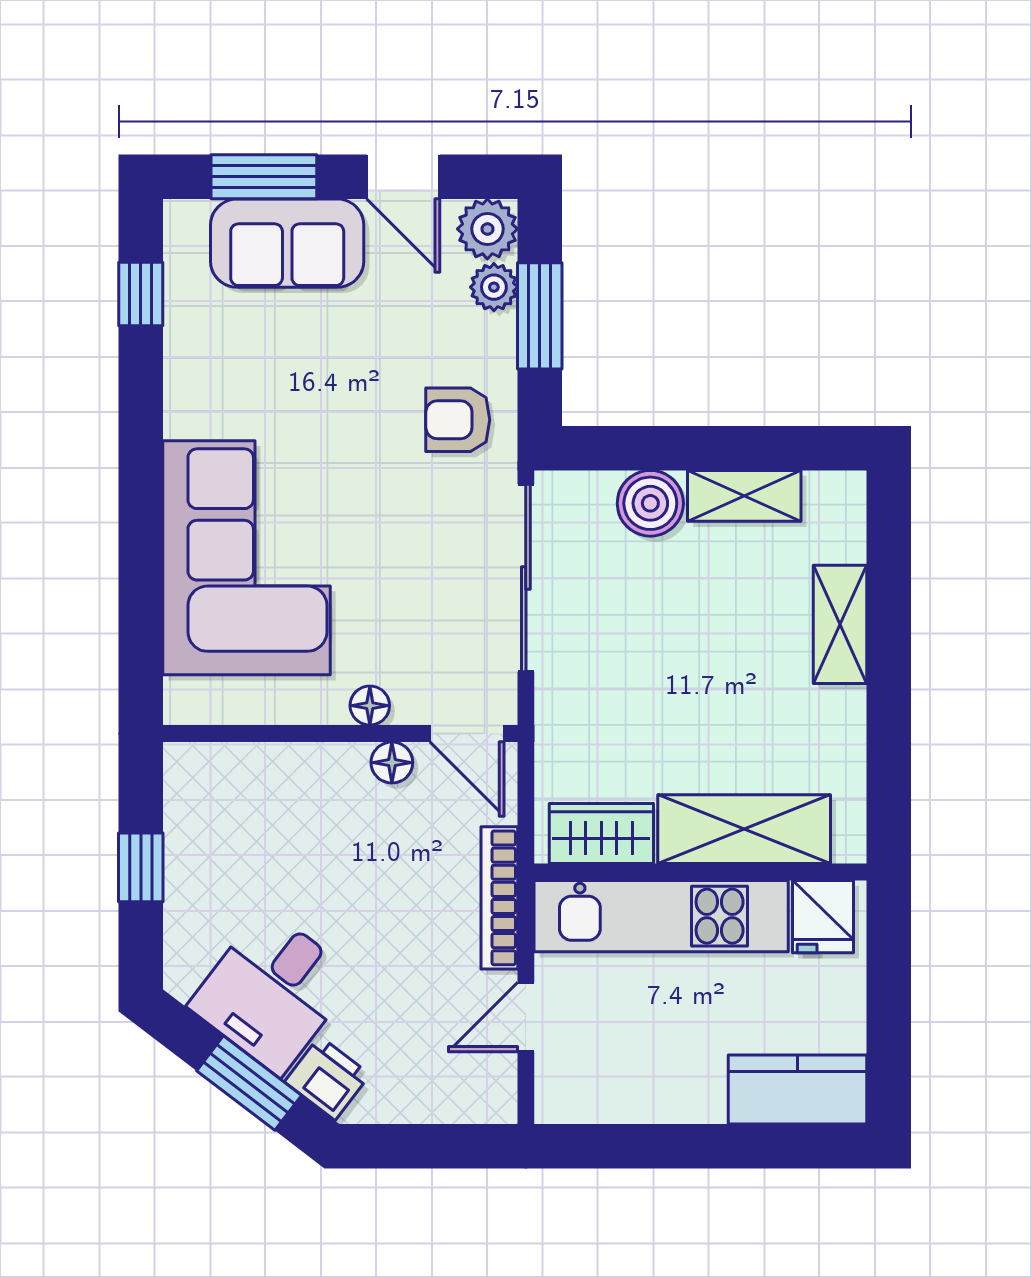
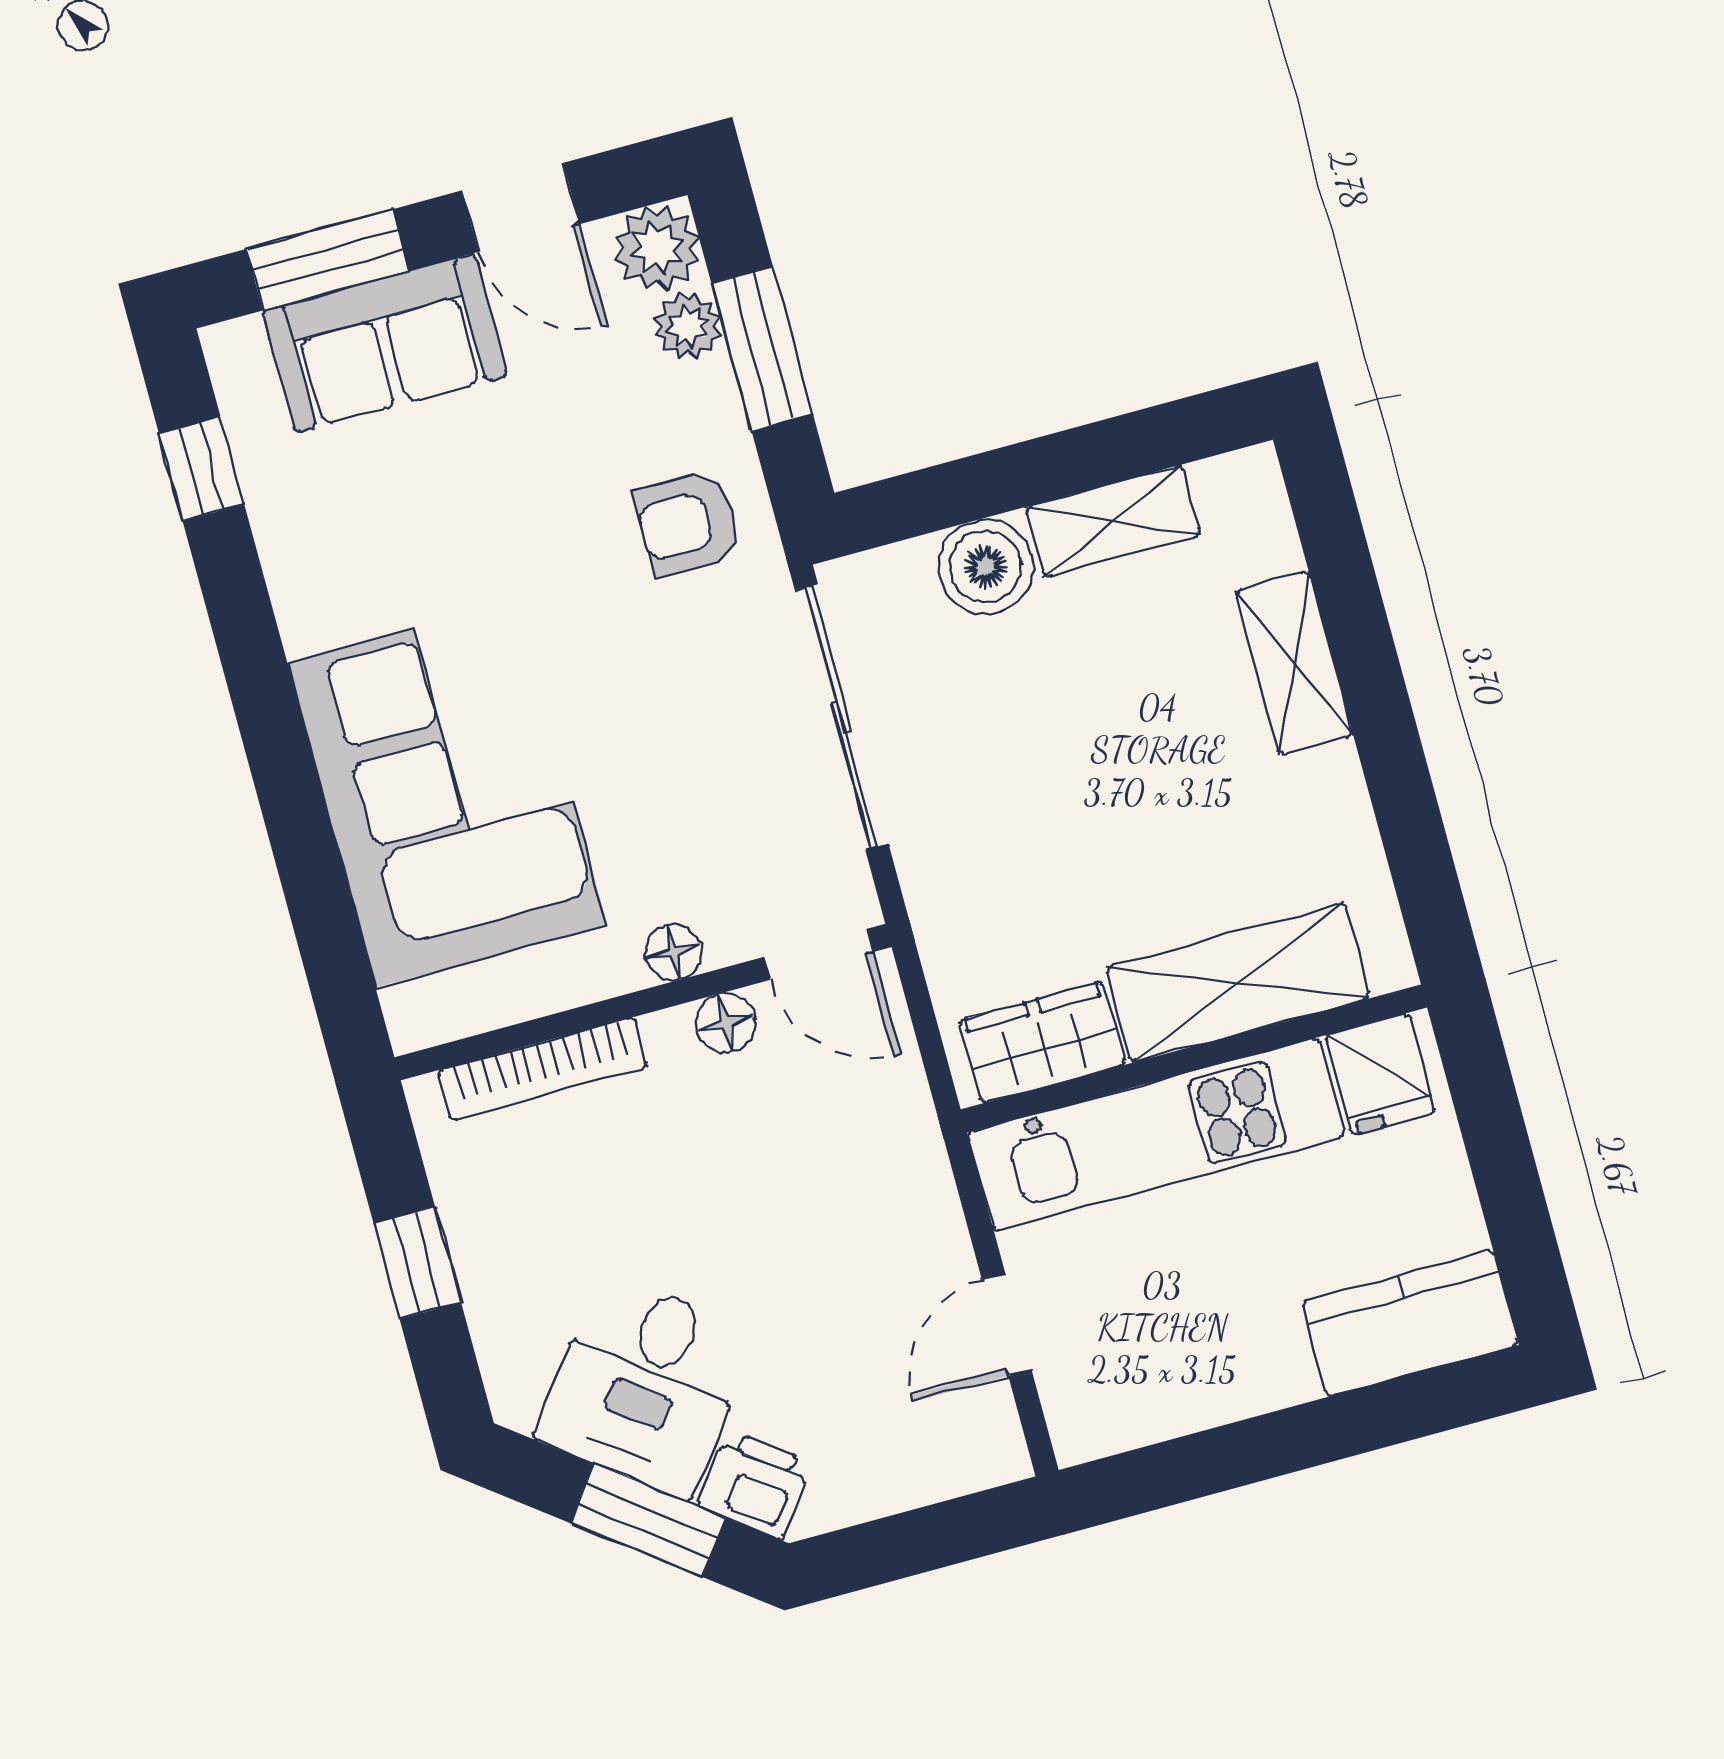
bookcase: (499, 898) -> (543, 1069), moved, turned -90

